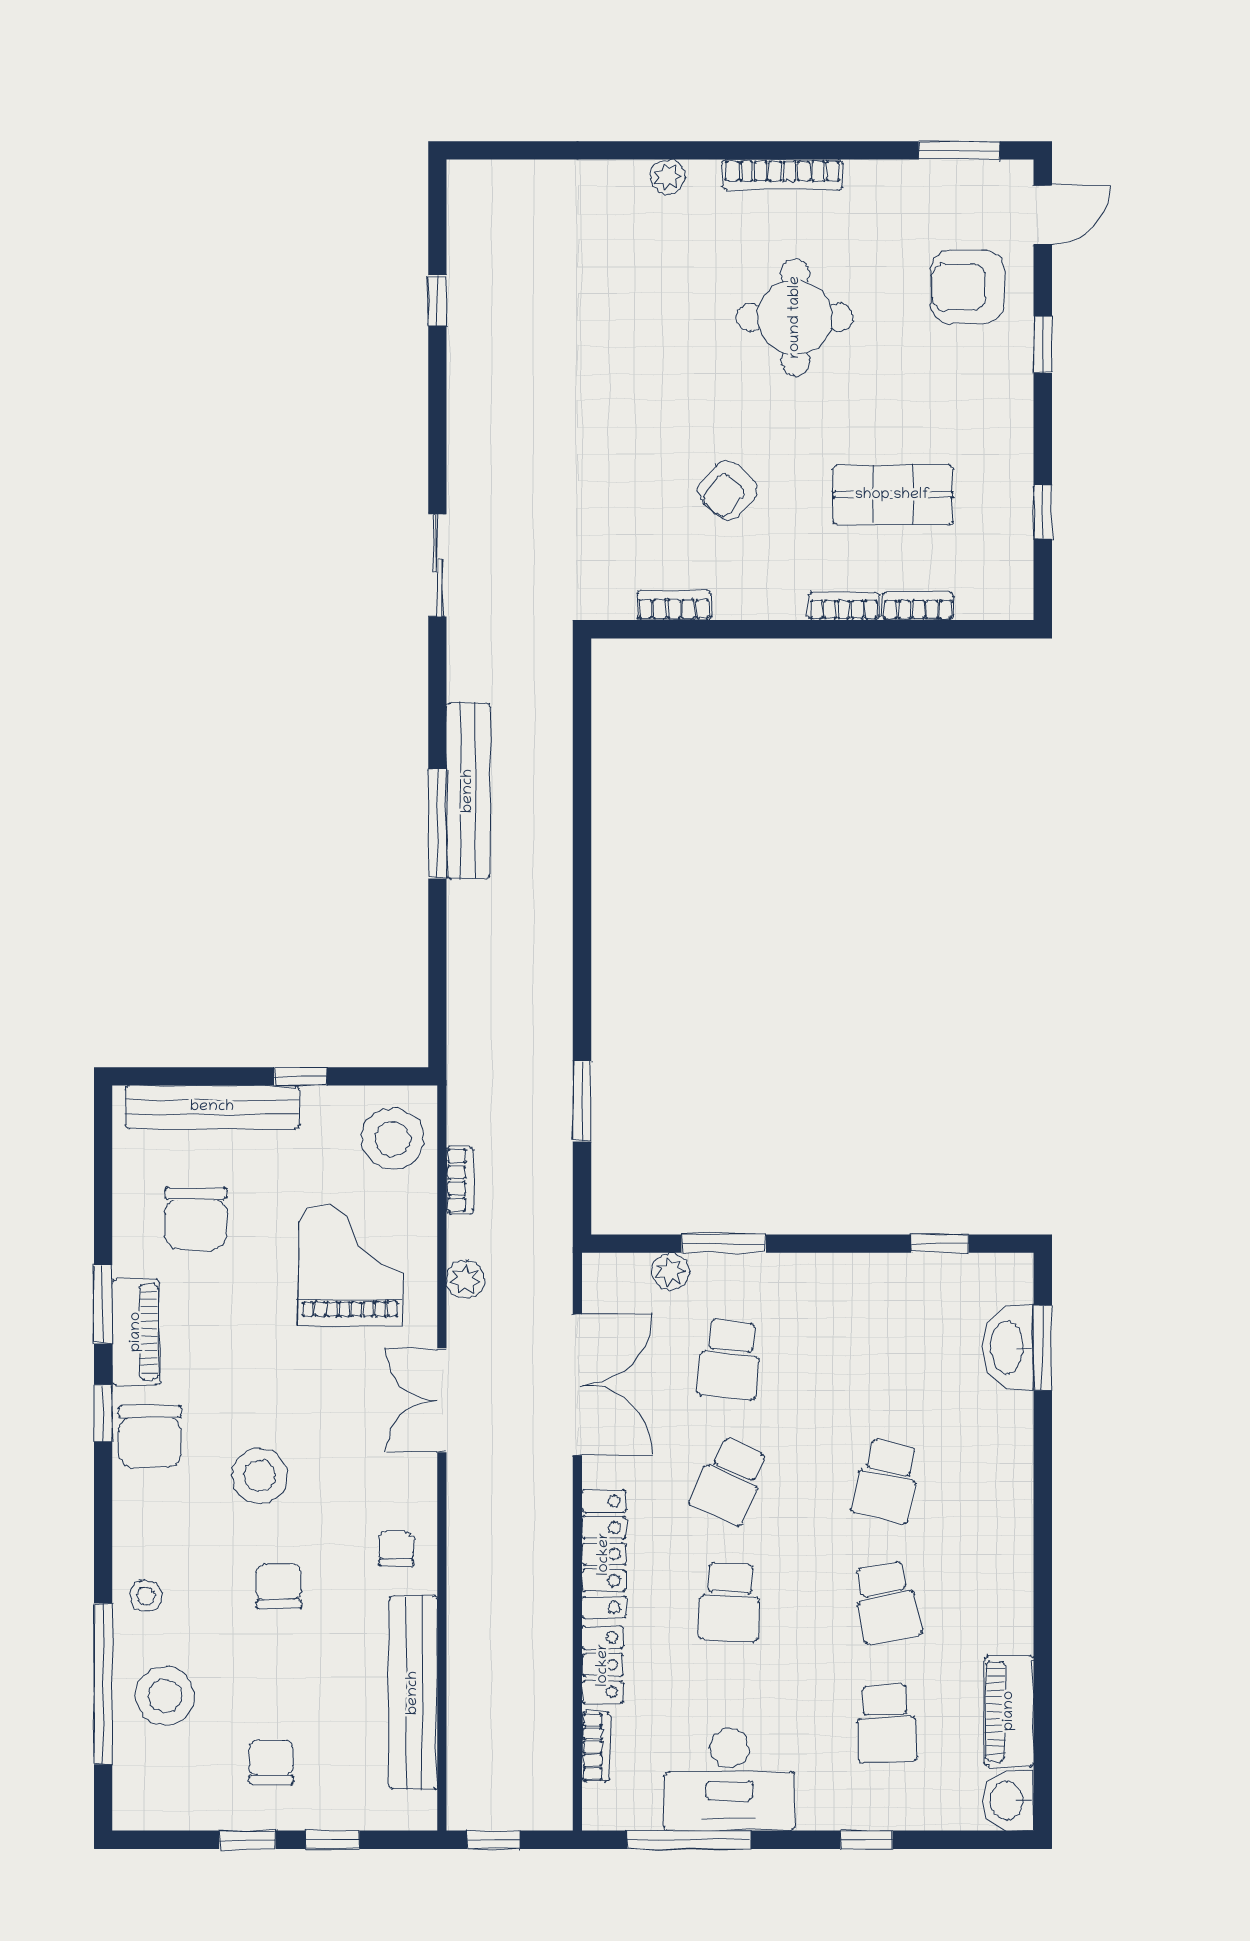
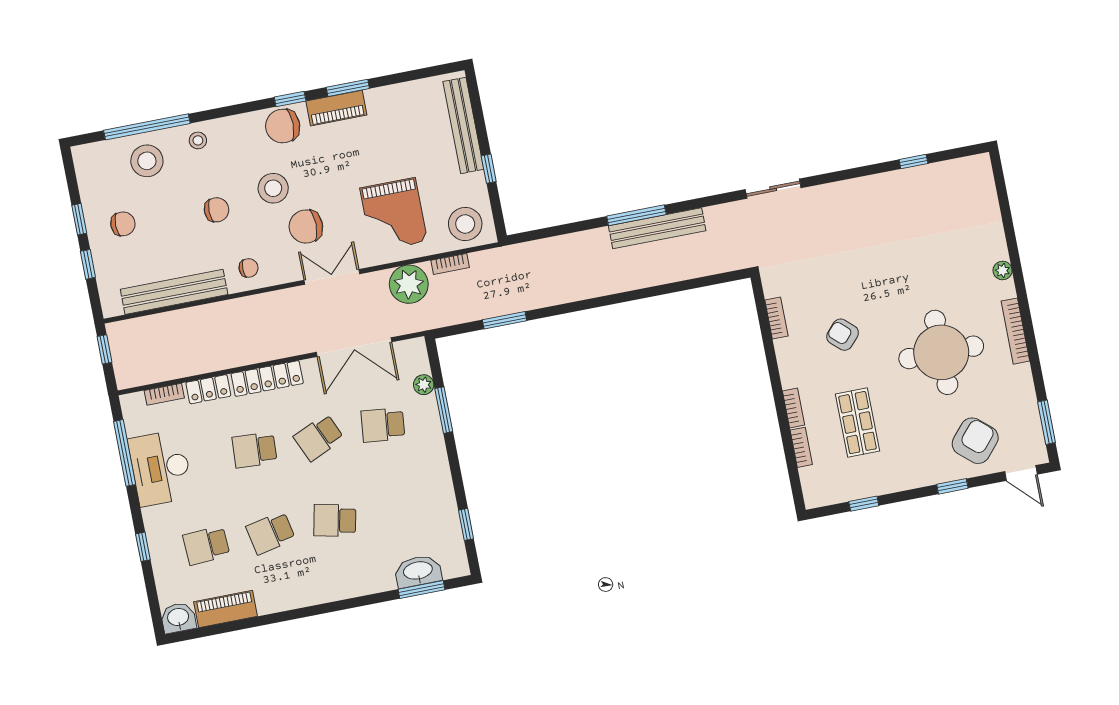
armchair: (968, 287) -> (975, 441), turned 41
round table: (795, 317) -> (941, 352), width x1.36, depth x1.36
chair: (196, 1218) -> (306, 226), moved
grand piano: (350, 1266) -> (394, 215), turned 90
plant: (466, 1279) -> (409, 284), width x1.87, depth x1.87
school desk: (729, 1481) -> (319, 437), turned -48

